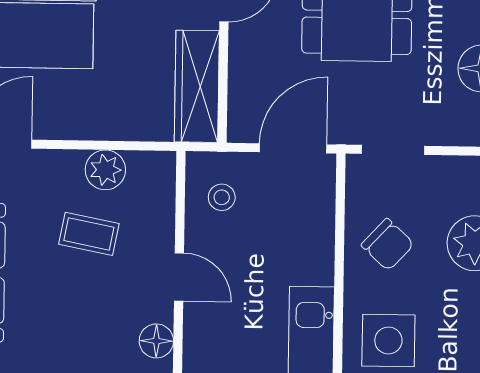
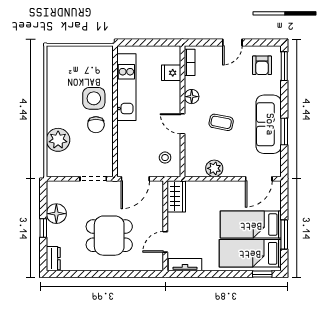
wardrobe: (197, 86) -> (176, 196), width x0.67
coffee table: (89, 234) -> (221, 122), moved
chair: (388, 245) -> (96, 125), moved, turned -133

